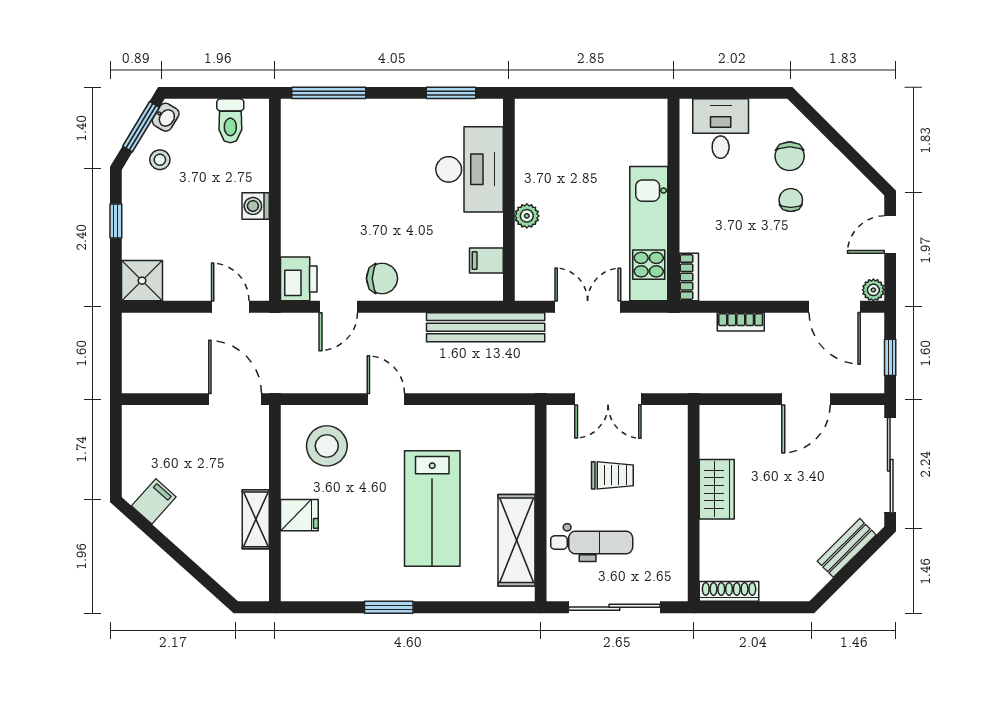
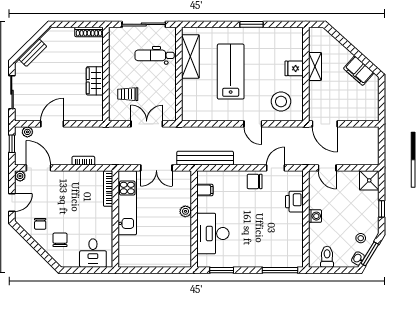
chair: (791, 200) -> (40, 224), moved
bookcase: (689, 277) -> (108, 189), width x1.56
printer: (299, 279) -> (294, 202), moved
plant: (858, 382) -> (27, 132), added
sliding door: (890, 465) -> (12, 92), width x0.73
trolley: (612, 475) -> (128, 94), moved
filing cabinet: (154, 501) -> (359, 71), width x2.00

